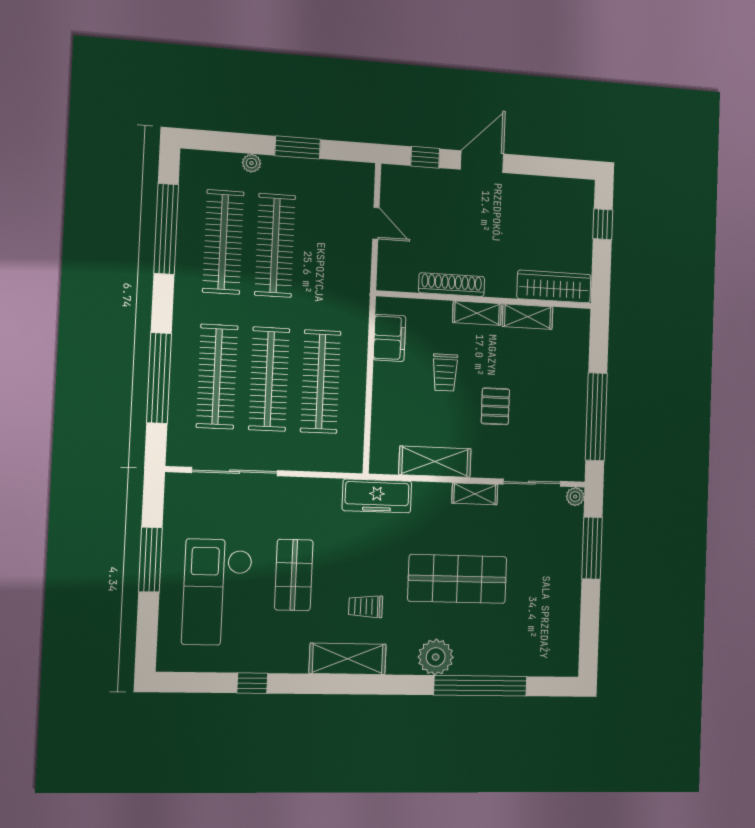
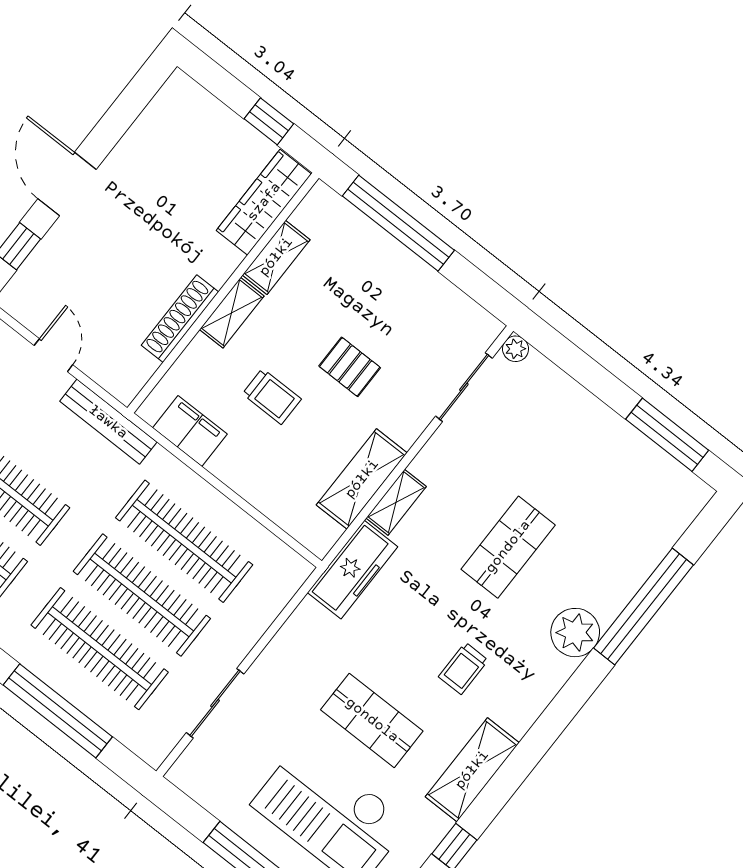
door: (376, 223) -> (53, 355), hinge flipped
window: (603, 224) -> (269, 121), moved
bench: (360, 284) -> (108, 422), added
window: (596, 417) -> (398, 223), moved
sliding door: (235, 472) -> (215, 703), width x0.73
shelving: (475, 494) -> (396, 502), moved
window: (592, 548) -> (667, 435), moved
shop shelf: (457, 579) -> (508, 547), width x0.70, depth x0.74
shelving: (348, 659) -> (472, 770), moved

